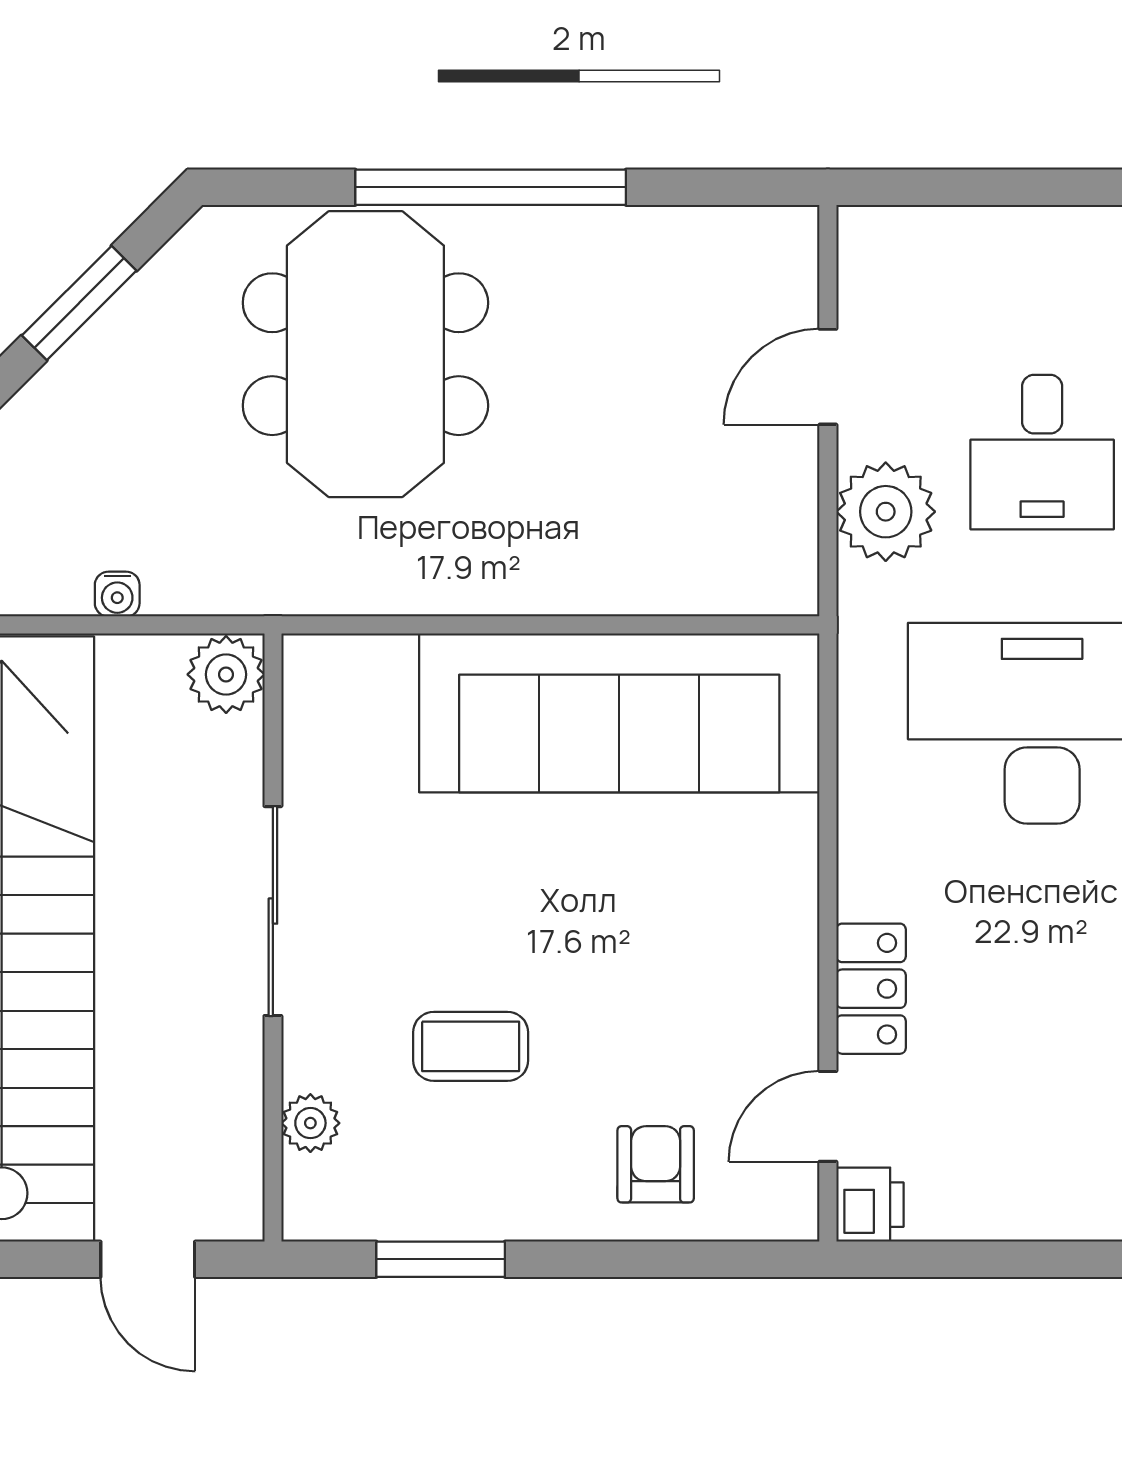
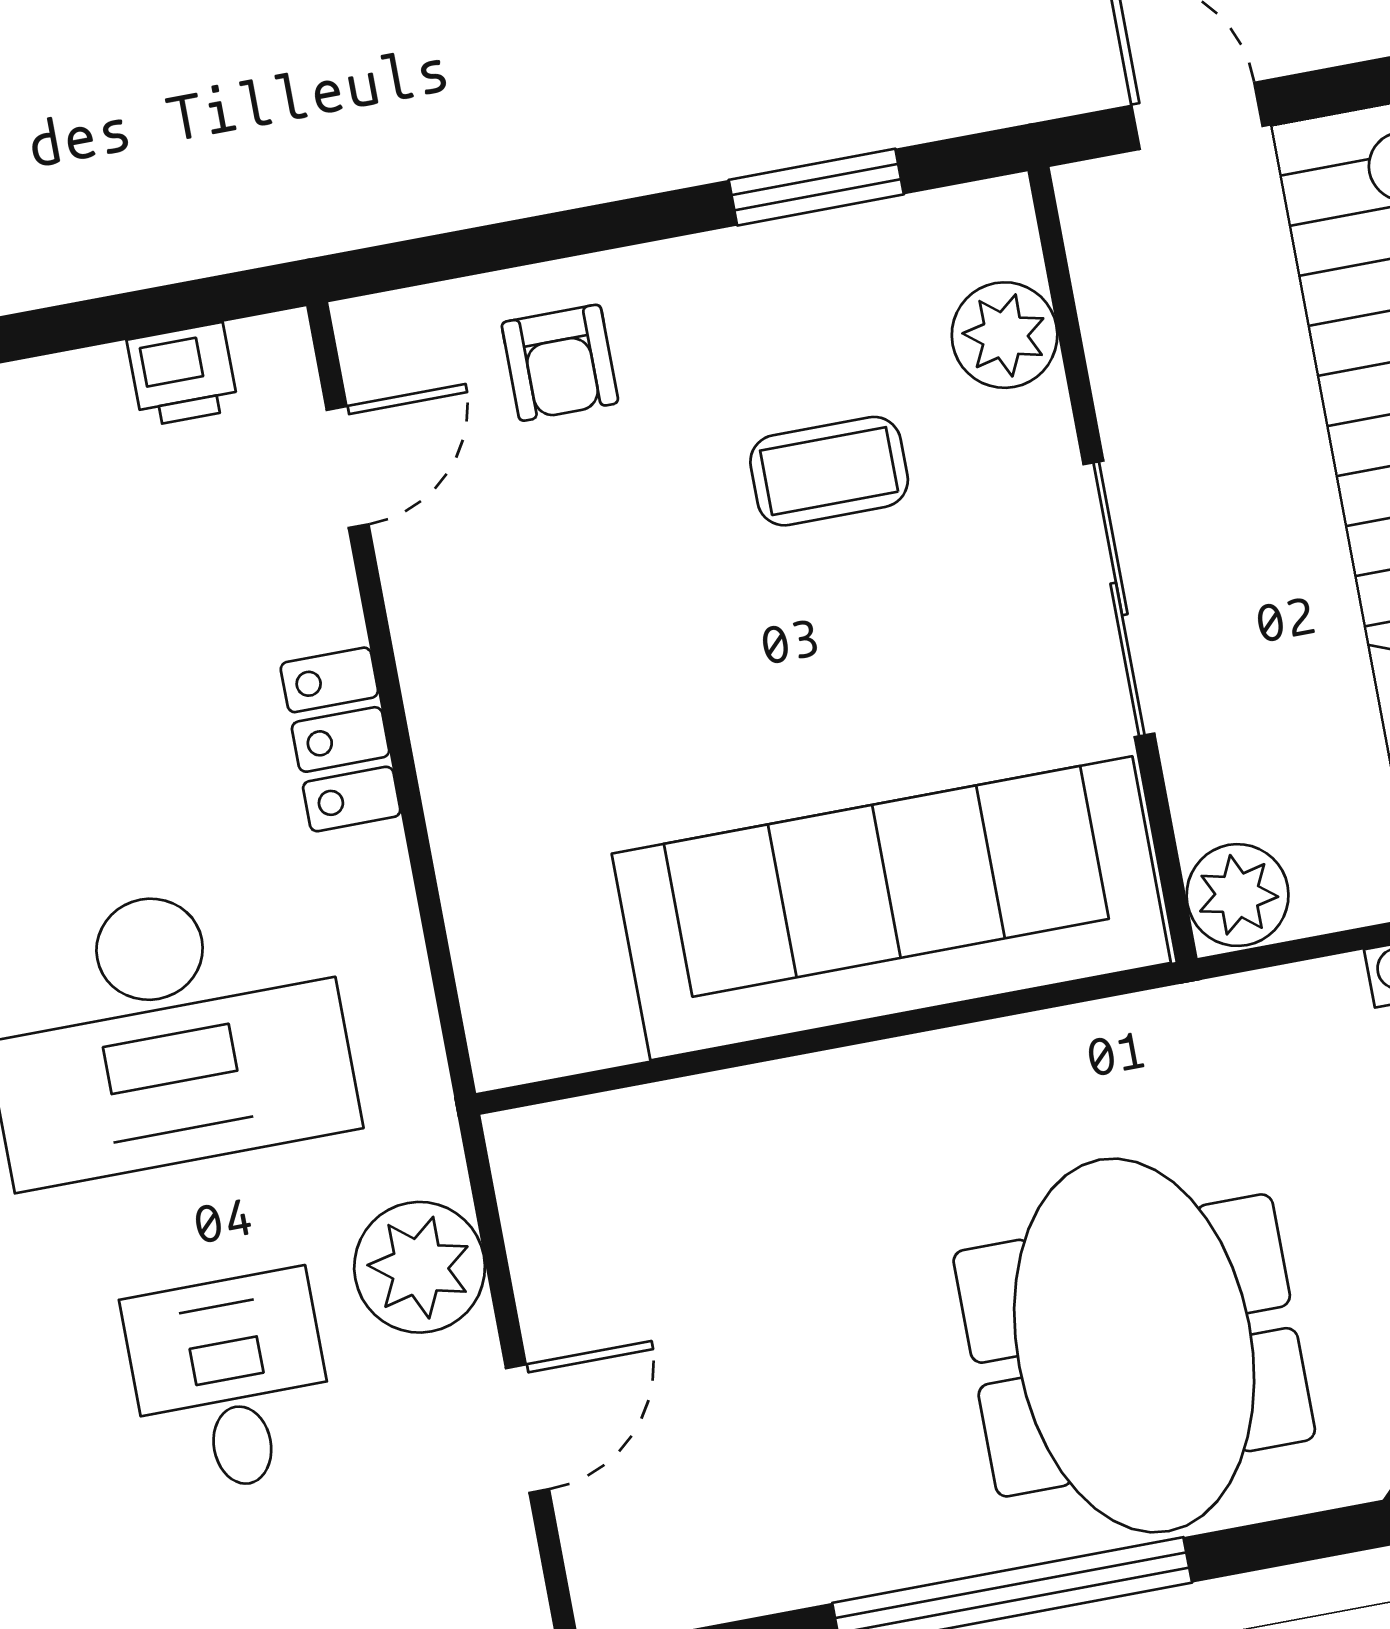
sofa: (619, 713) -> (891, 908), moved
locker: (871, 989) -> (341, 739), moved
plant: (310, 1123) -> (1005, 335), width x1.38, depth x1.38
printer: (870, 1205) -> (183, 375), moved, turned -90

